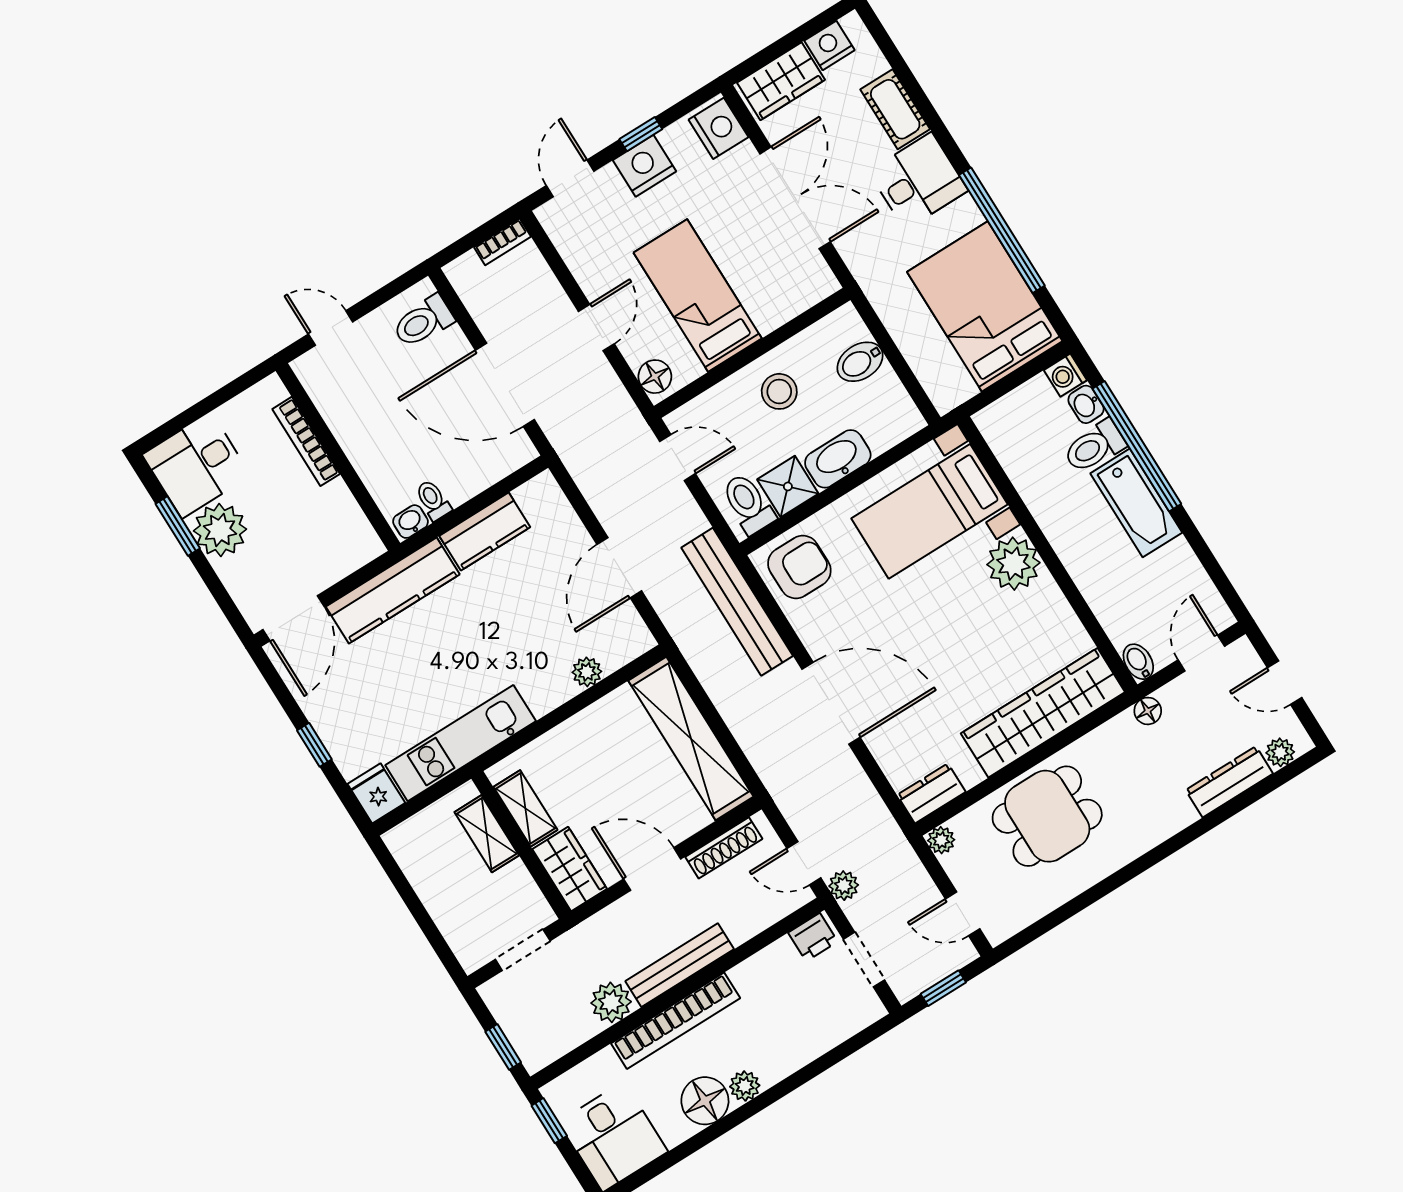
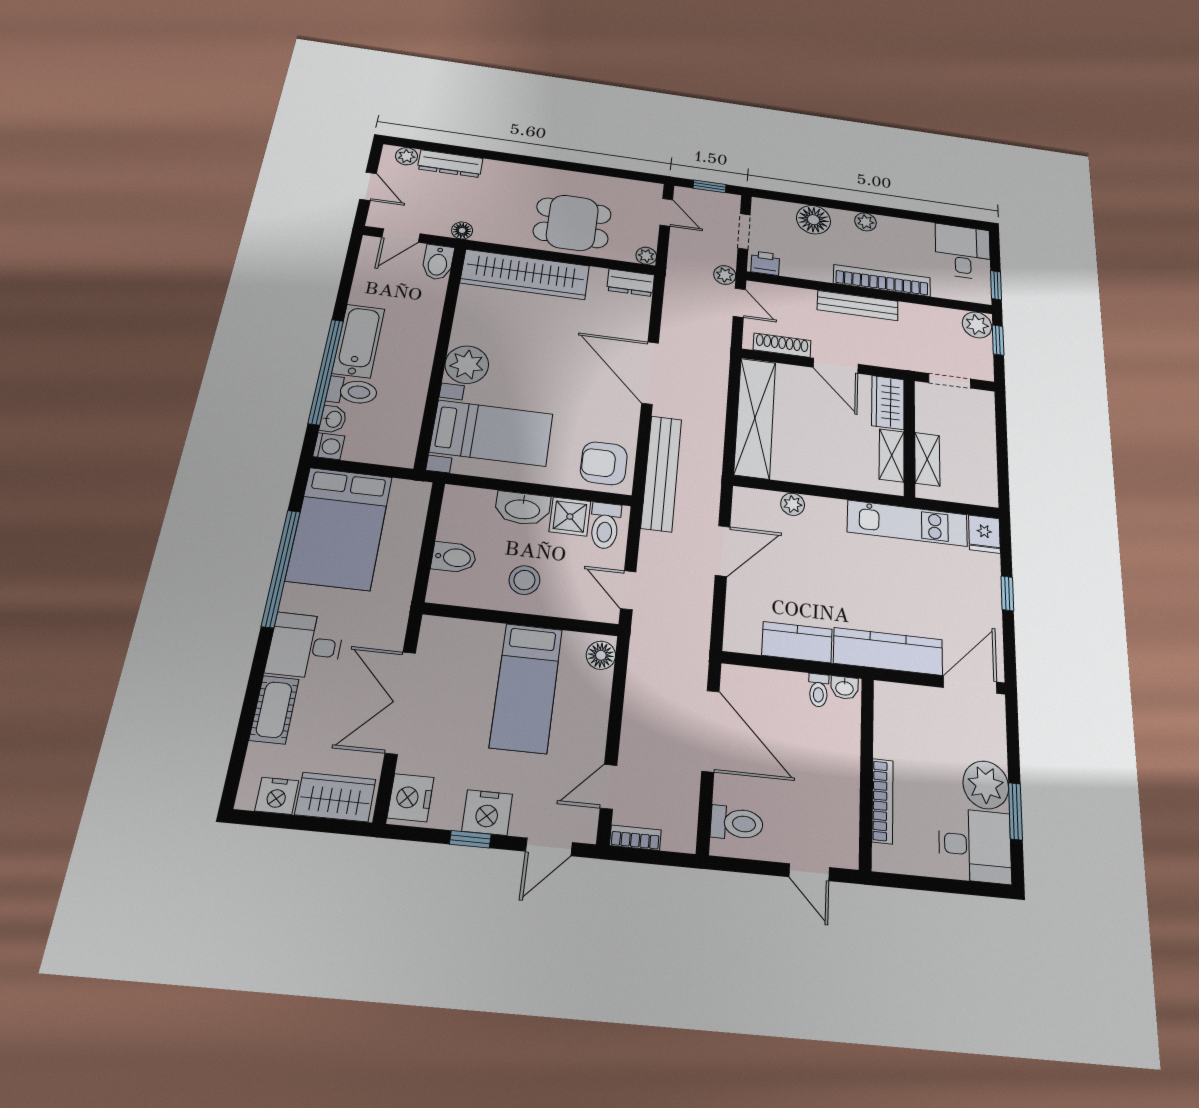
door: (596, 328) -> (609, 787), moved
bidet: (1138, 662) -> (438, 262), width x1.38, depth x1.36
plant: (611, 1002) -> (977, 325), moved
floor lamp: (705, 1101) -> (813, 220), moved

